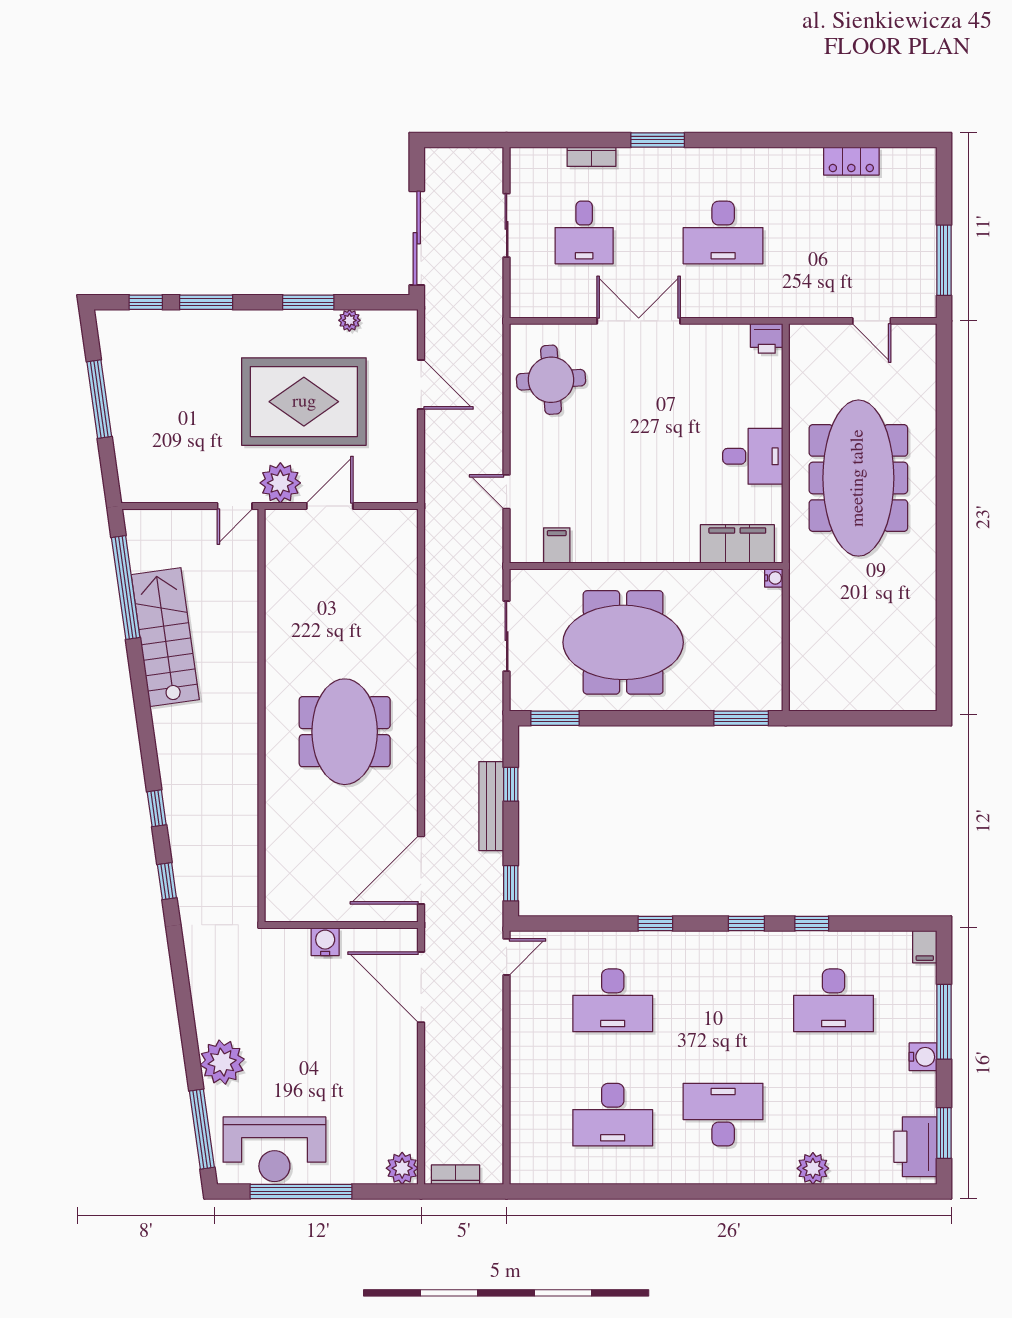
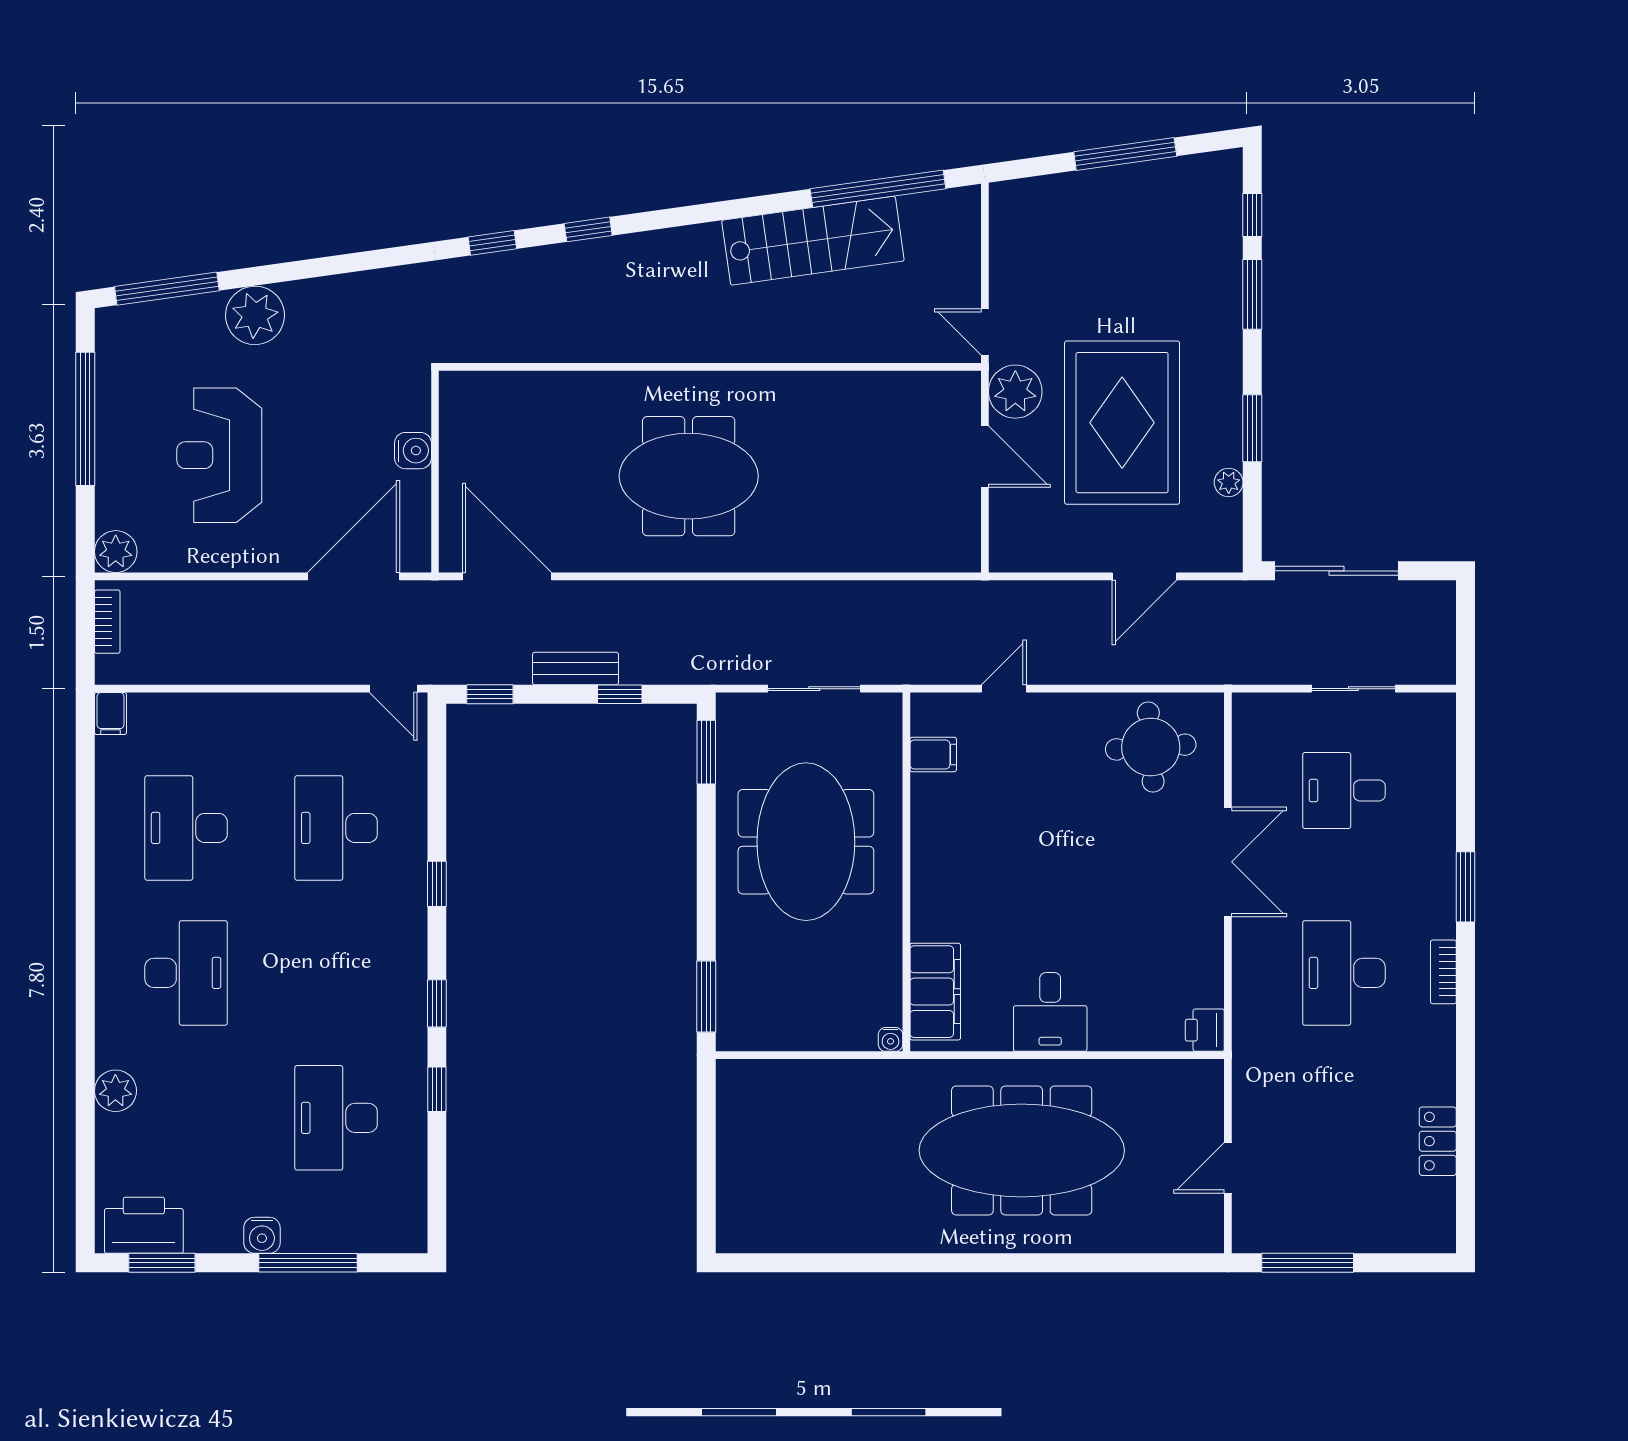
bookcase: (591, 157) -> (1443, 972), moved
bench: (491, 806) -> (575, 669), width x0.73
filing cabinet: (925, 947) -> (110, 714), moved, turned -90
reception desk: (274, 1149) -> (219, 455), moved

